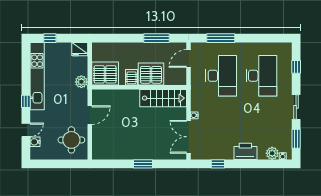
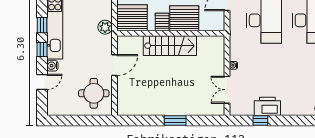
window: (26, 80) -> (42, 25), added
stairs: (163, 98) -> (170, 46), moved
double door: (189, 137) -> (227, 90), width x0.73
water cooler: (35, 142) -> (52, 66), moved
printer: (245, 151) -> (267, 106), moved

